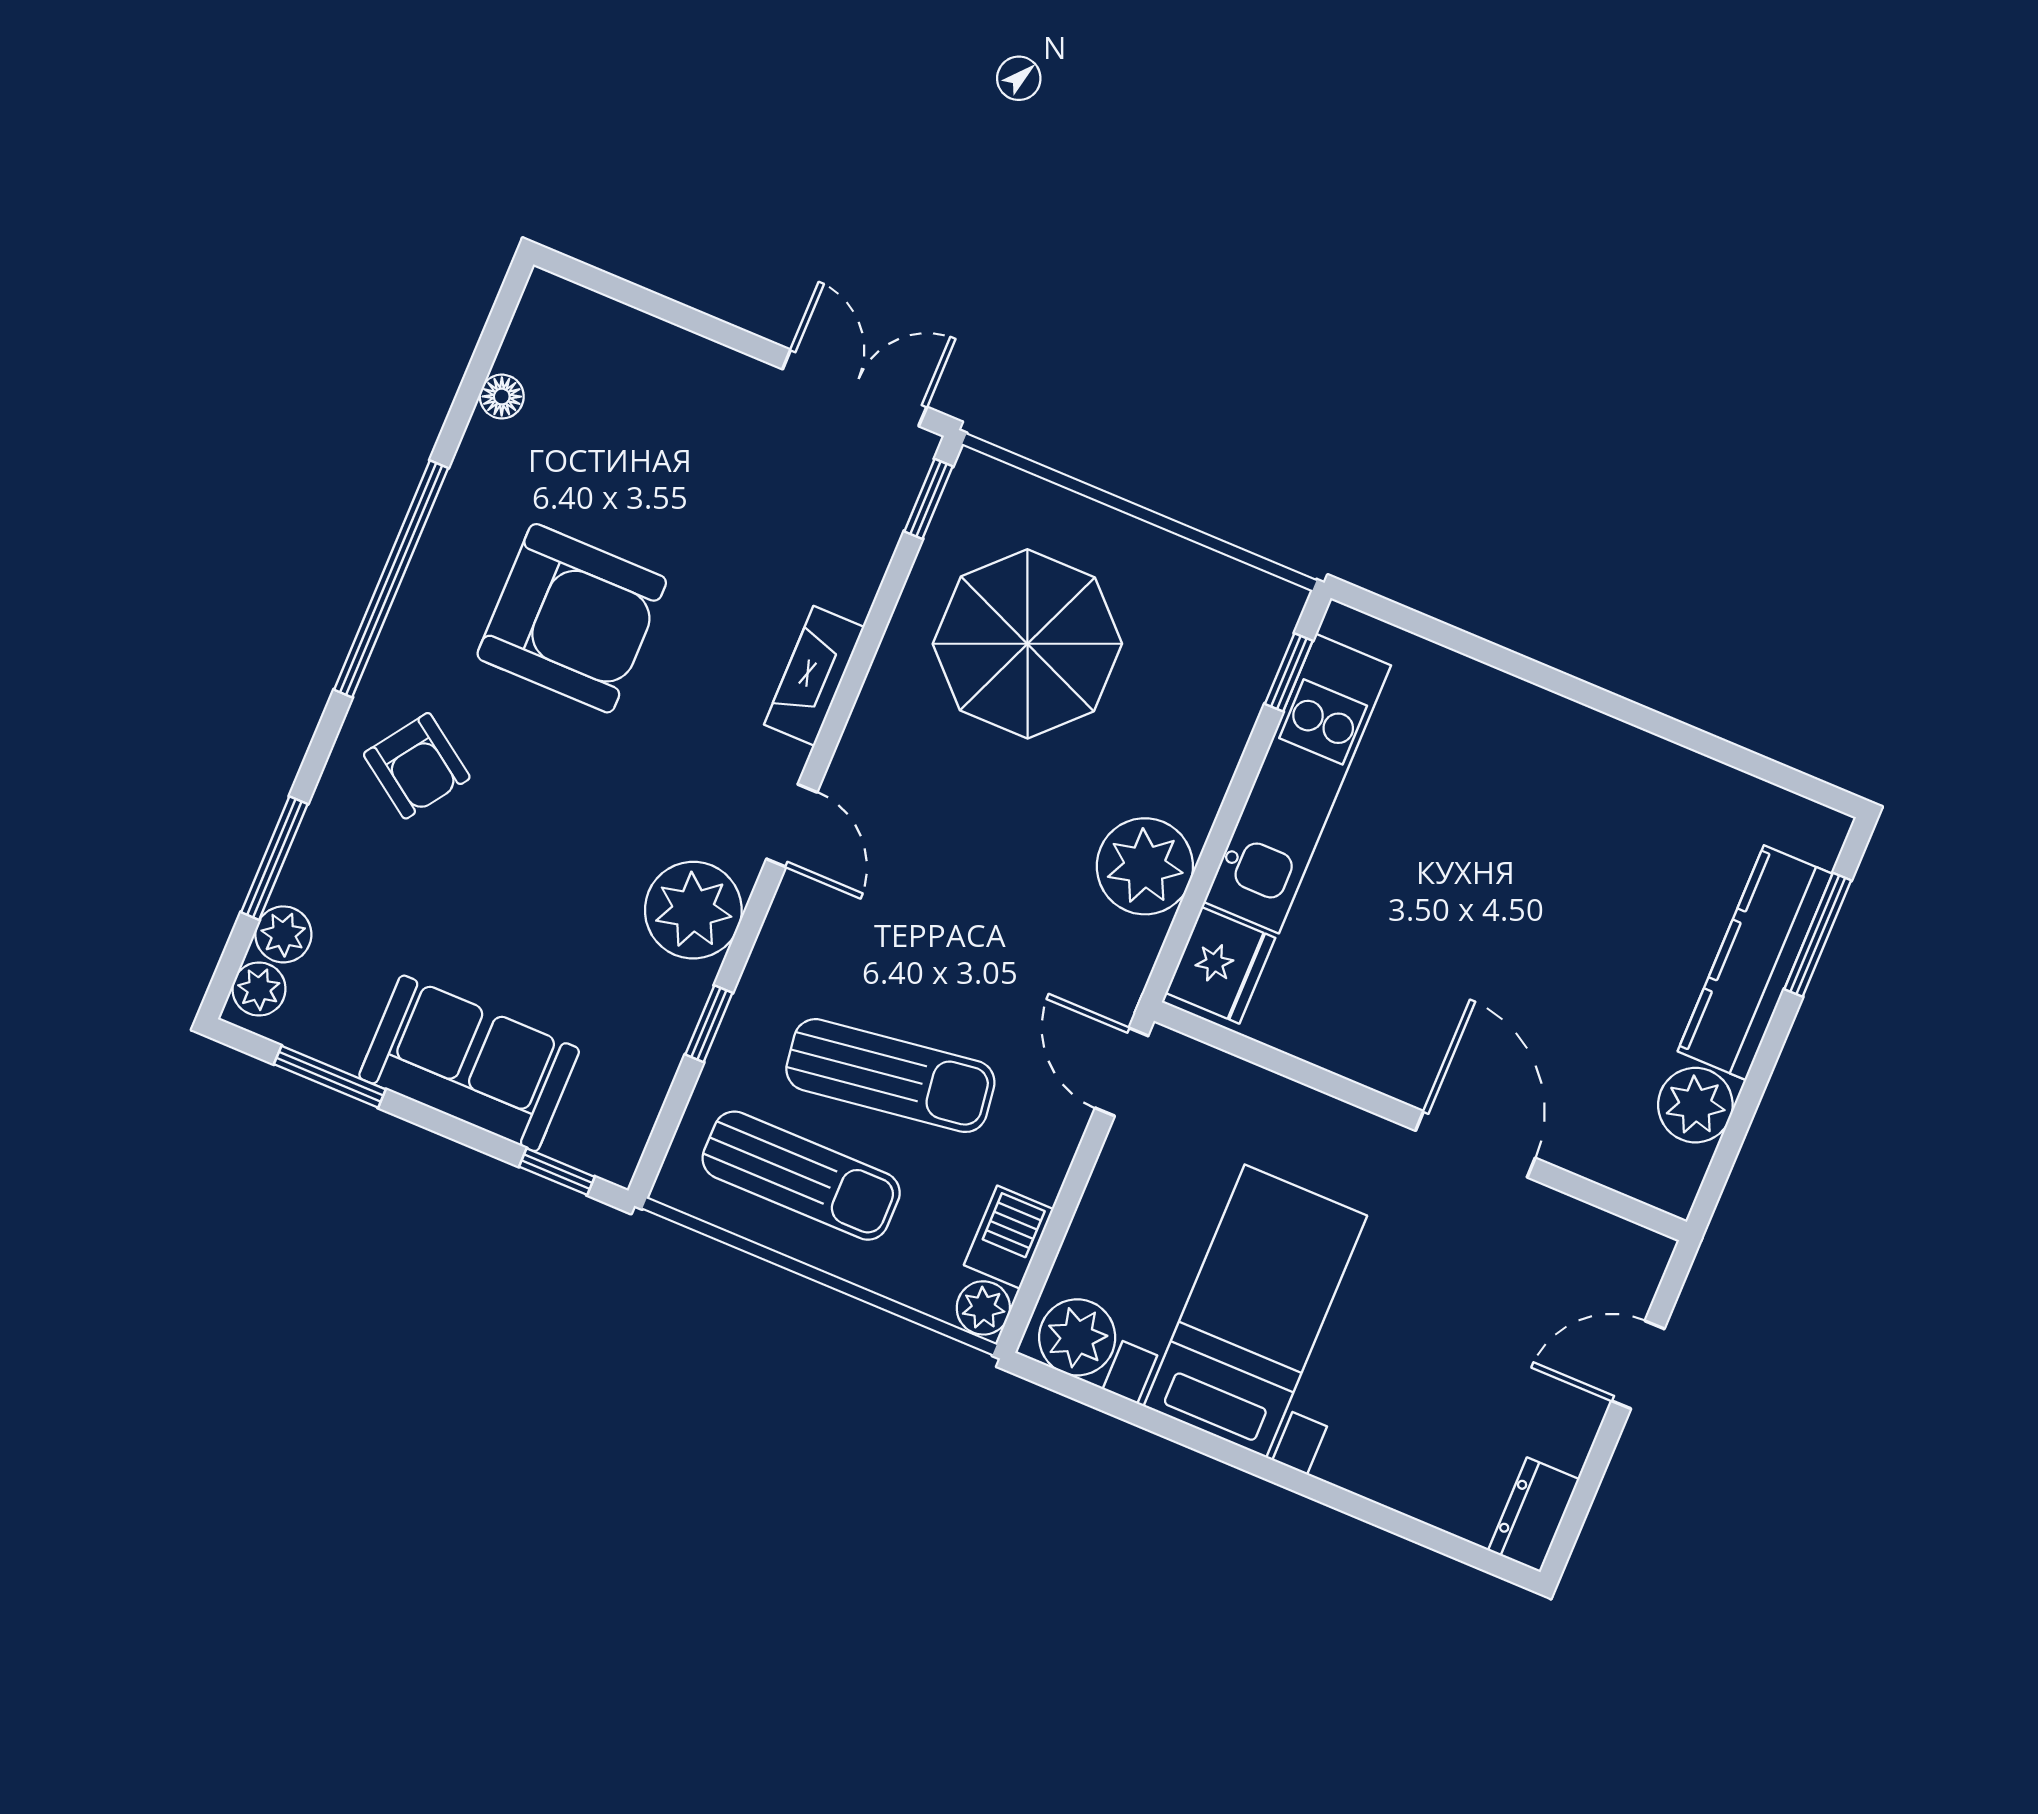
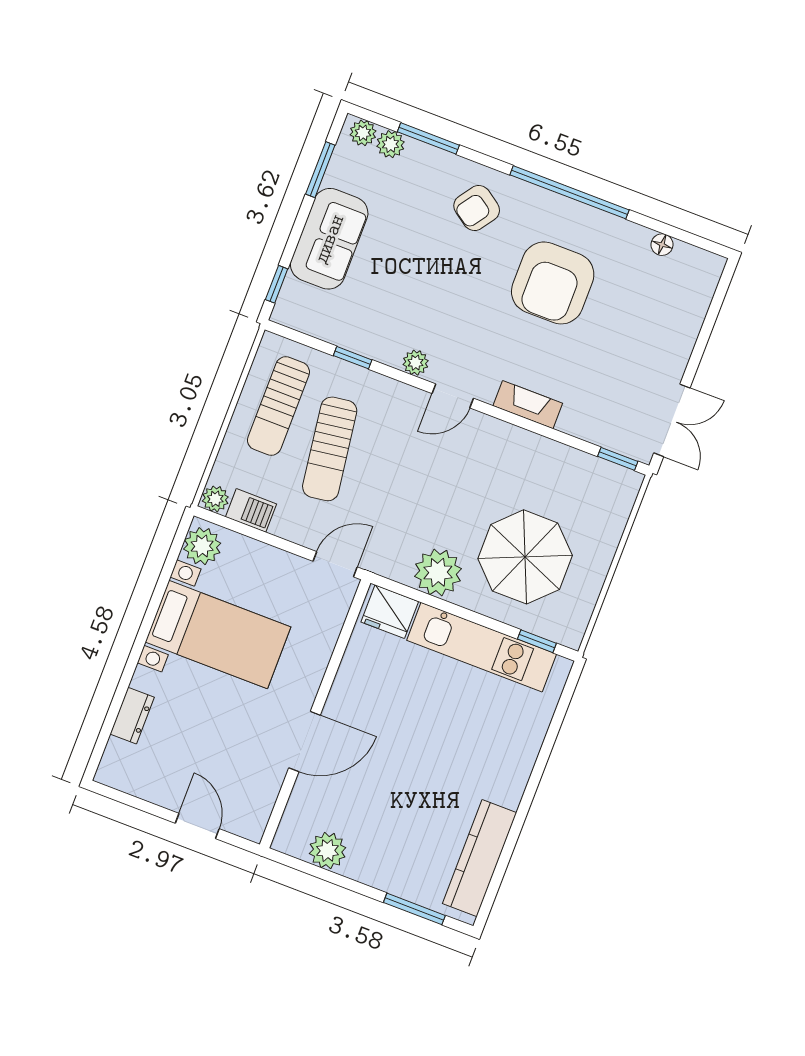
parasol: (1027, 644) -> (525, 557), moved
plant: (693, 910) -> (416, 363), width x0.53, depth x0.53
kitchen counter: (1755, 963) -> (480, 858), moved, turned -90
dresser: (1534, 1515) -> (132, 716), moved, turned 90

